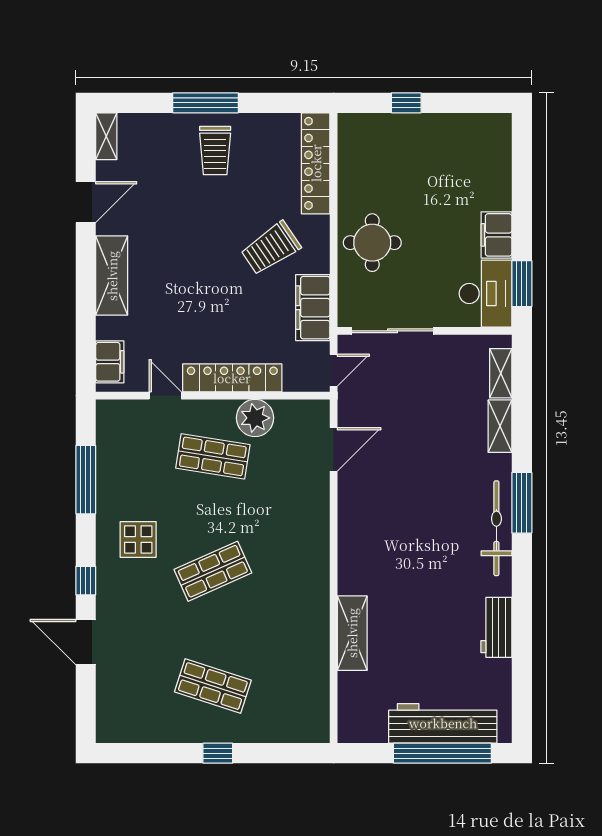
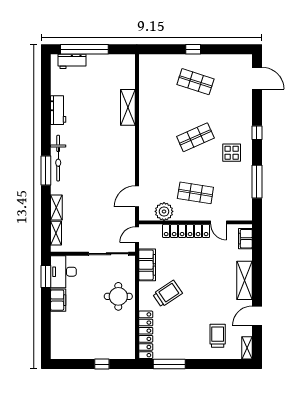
window: (206, 103) -> (169, 364), moved
trolley: (215, 151) -> (218, 336), moved
plant: (255, 418) -> (164, 211), moved
door: (86, 642) -> (257, 78), moved
workbench: (443, 723) -> (72, 61), width x0.53, depth x0.76

